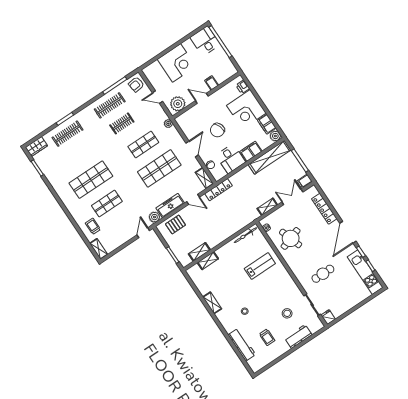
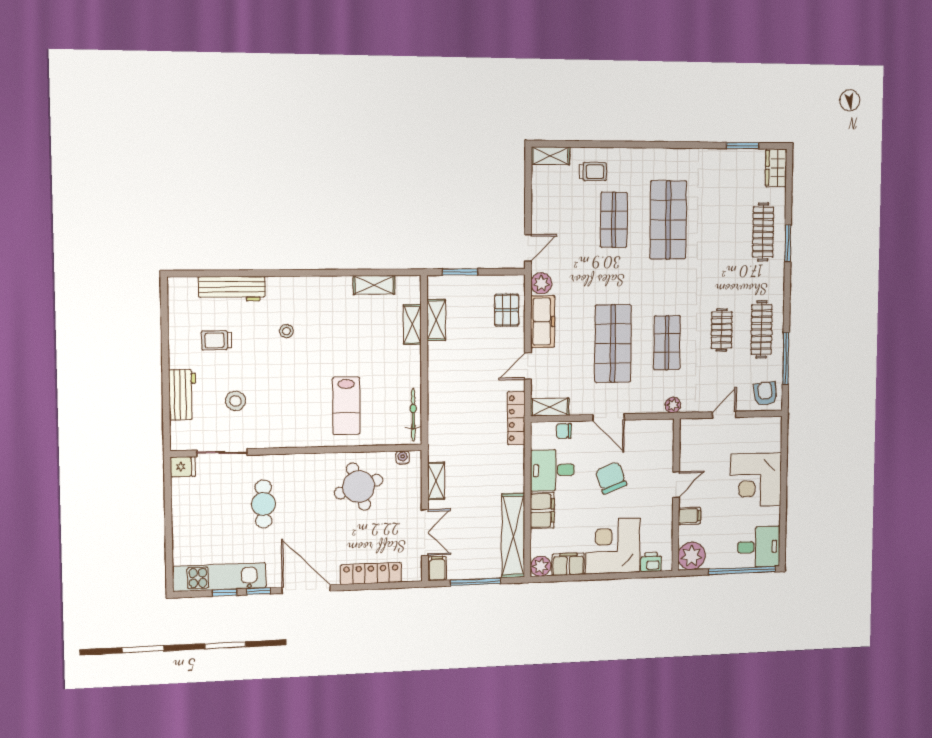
plant: (178, 104) -> (692, 556), moved
door: (143, 233) -> (528, 248), hinge flipped
shelving: (212, 303) -> (374, 285), moved

